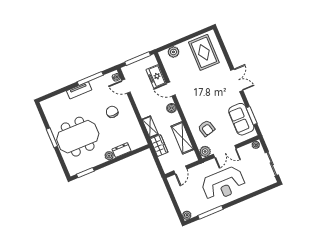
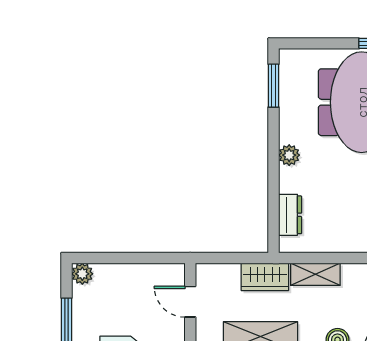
dresser: (122, 150) -> (290, 215), moved

